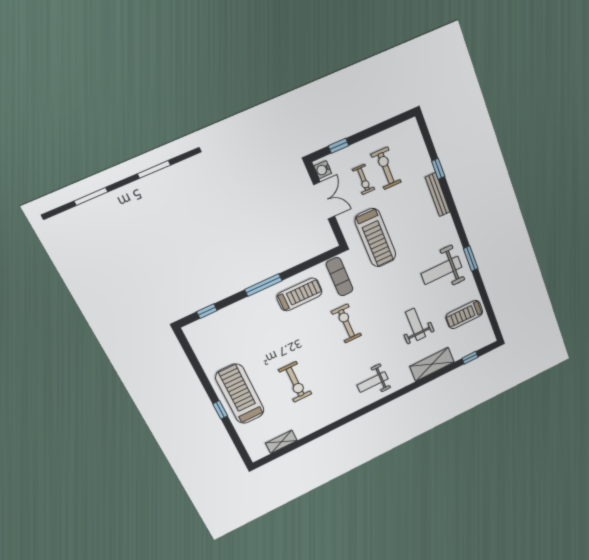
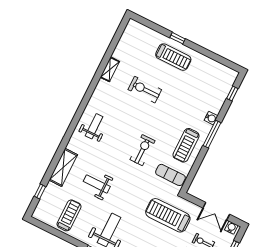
water cooler: (251, 303) -> (211, 118), added
exercise bike: (347, 323) -> (142, 150), turned -90
weight bench: (416, 324) -> (97, 184), turned 180
treadmill: (240, 394) -> (173, 57), width x0.73, depth x0.73
shelving: (281, 442) -> (110, 69), moved

